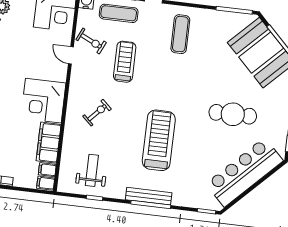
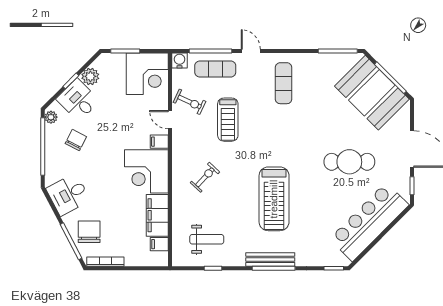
treadmill: (125, 62) -> (228, 120), turned 180
treadmill: (159, 140) -> (274, 199), turned 180
weight bench: (92, 170) -> (207, 239), turned 90
filing cabinet: (46, 183) -> (159, 142), moved

